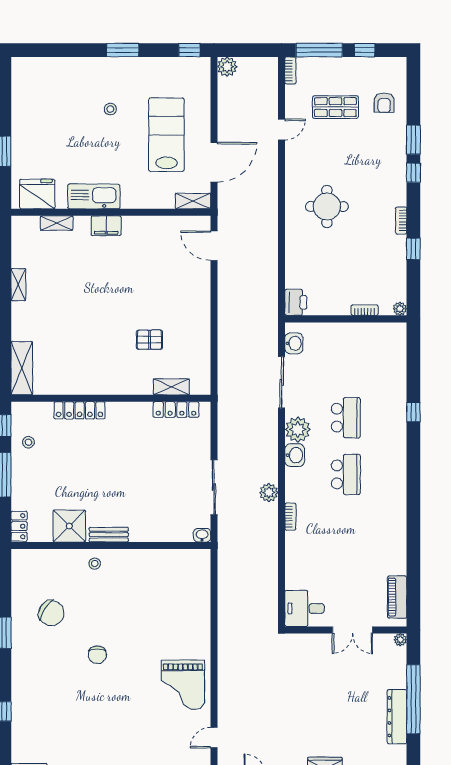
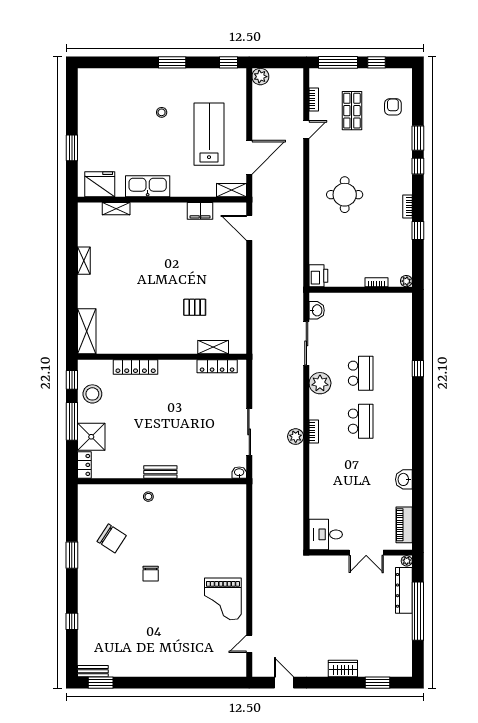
bookcase: (290, 70) -> (314, 100), moved
armchair: (384, 103) -> (393, 107), turned 180
shop shelf: (335, 107) -> (352, 111), turned 90
filing cabinet: (106, 226) -> (200, 211), moved
stool: (28, 442) -> (92, 394), width x1.89, depth x1.89
washbasin: (295, 455) -> (404, 479), moved, turned 180
bookcase: (290, 517) -> (314, 431), moved
shower: (69, 526) -> (91, 437), moved
dresser: (397, 717) -> (404, 590), moved

